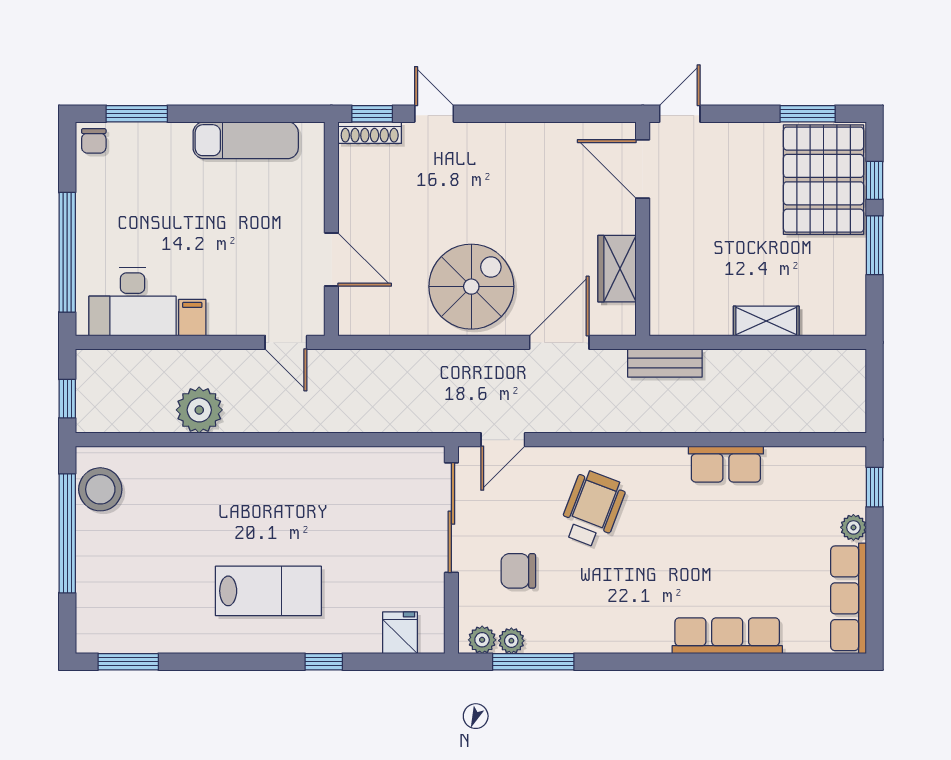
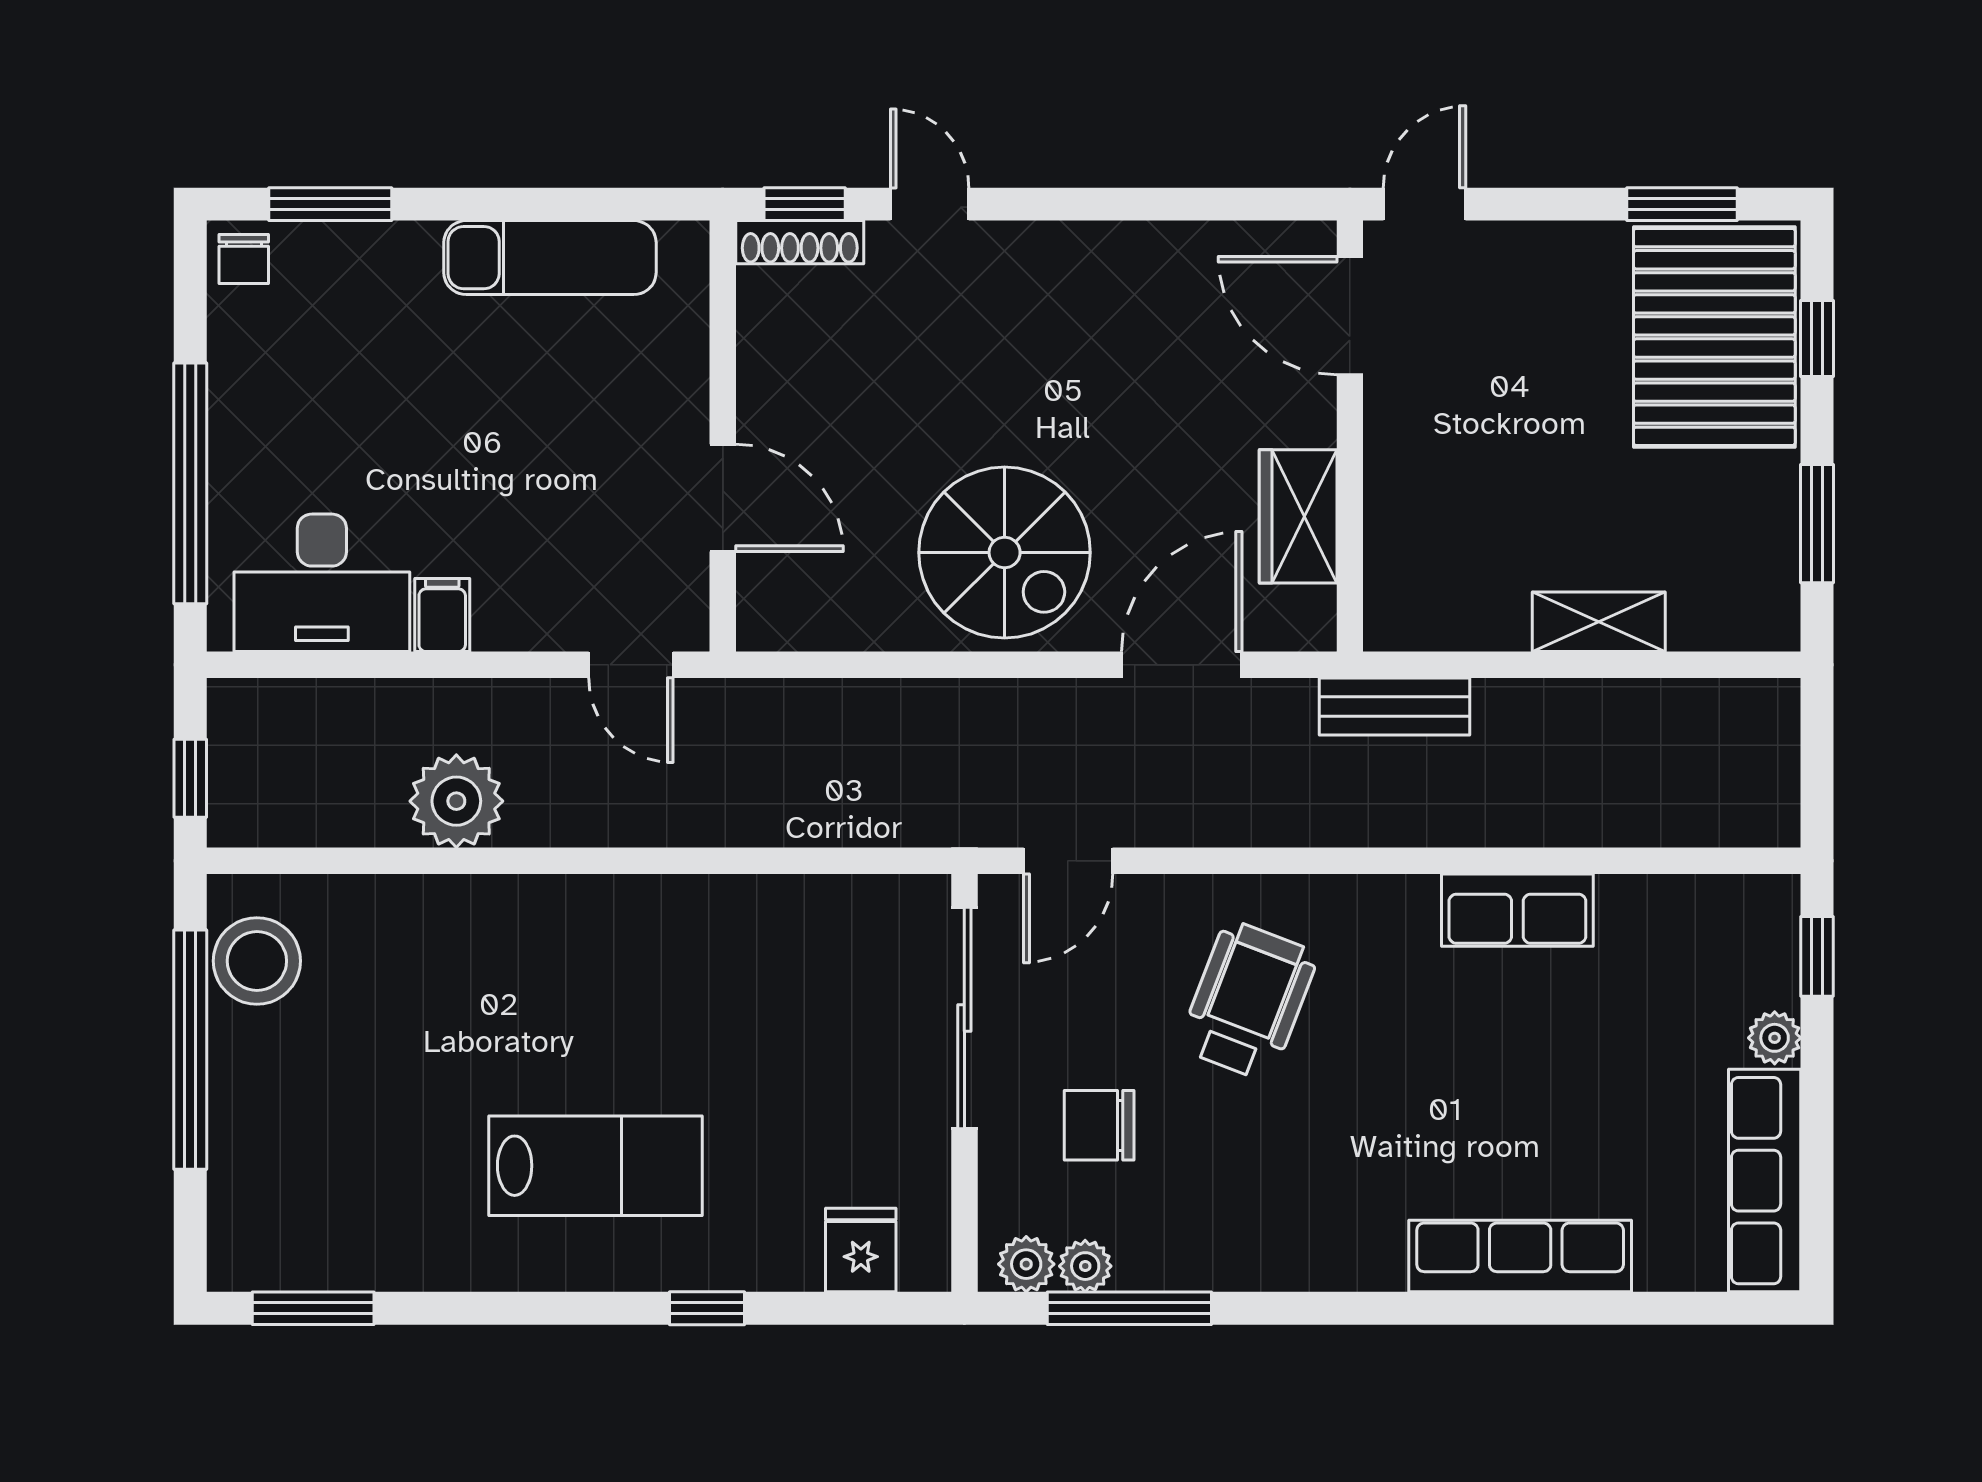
window: (875, 245) -> (1817, 524), moved
spiral stairs: (471, 287) -> (1005, 553), turned 90

